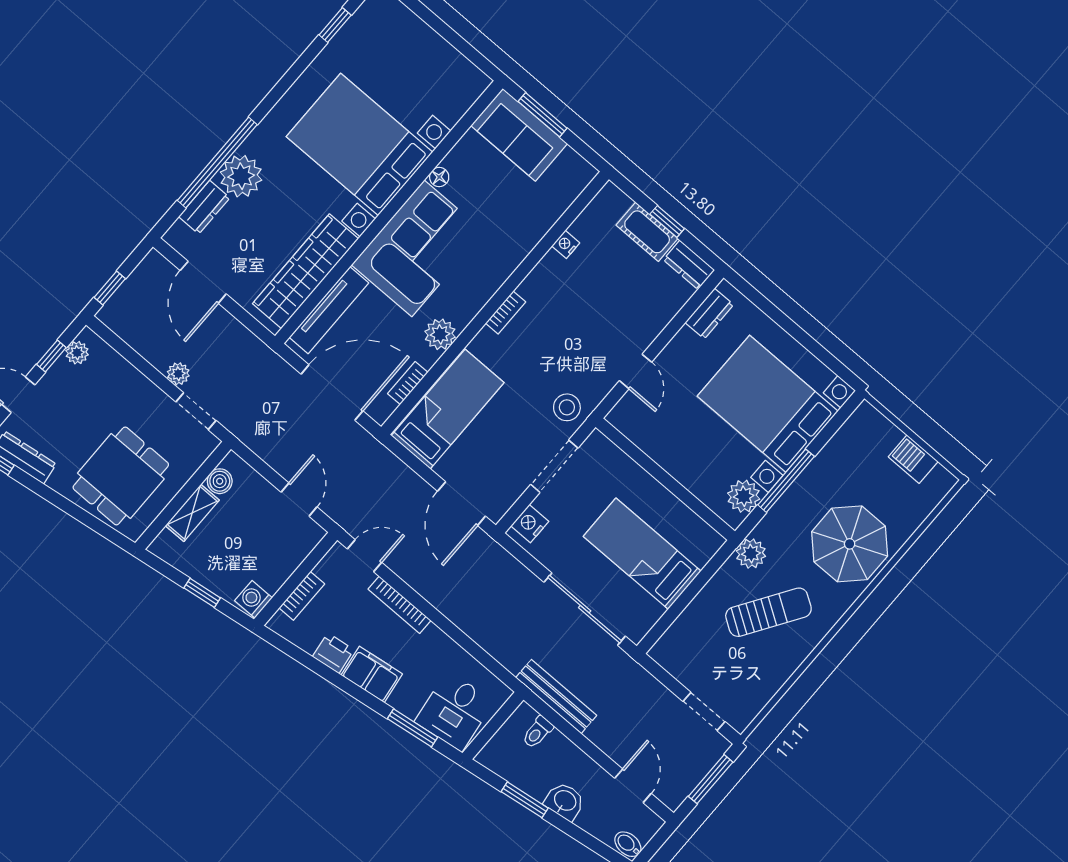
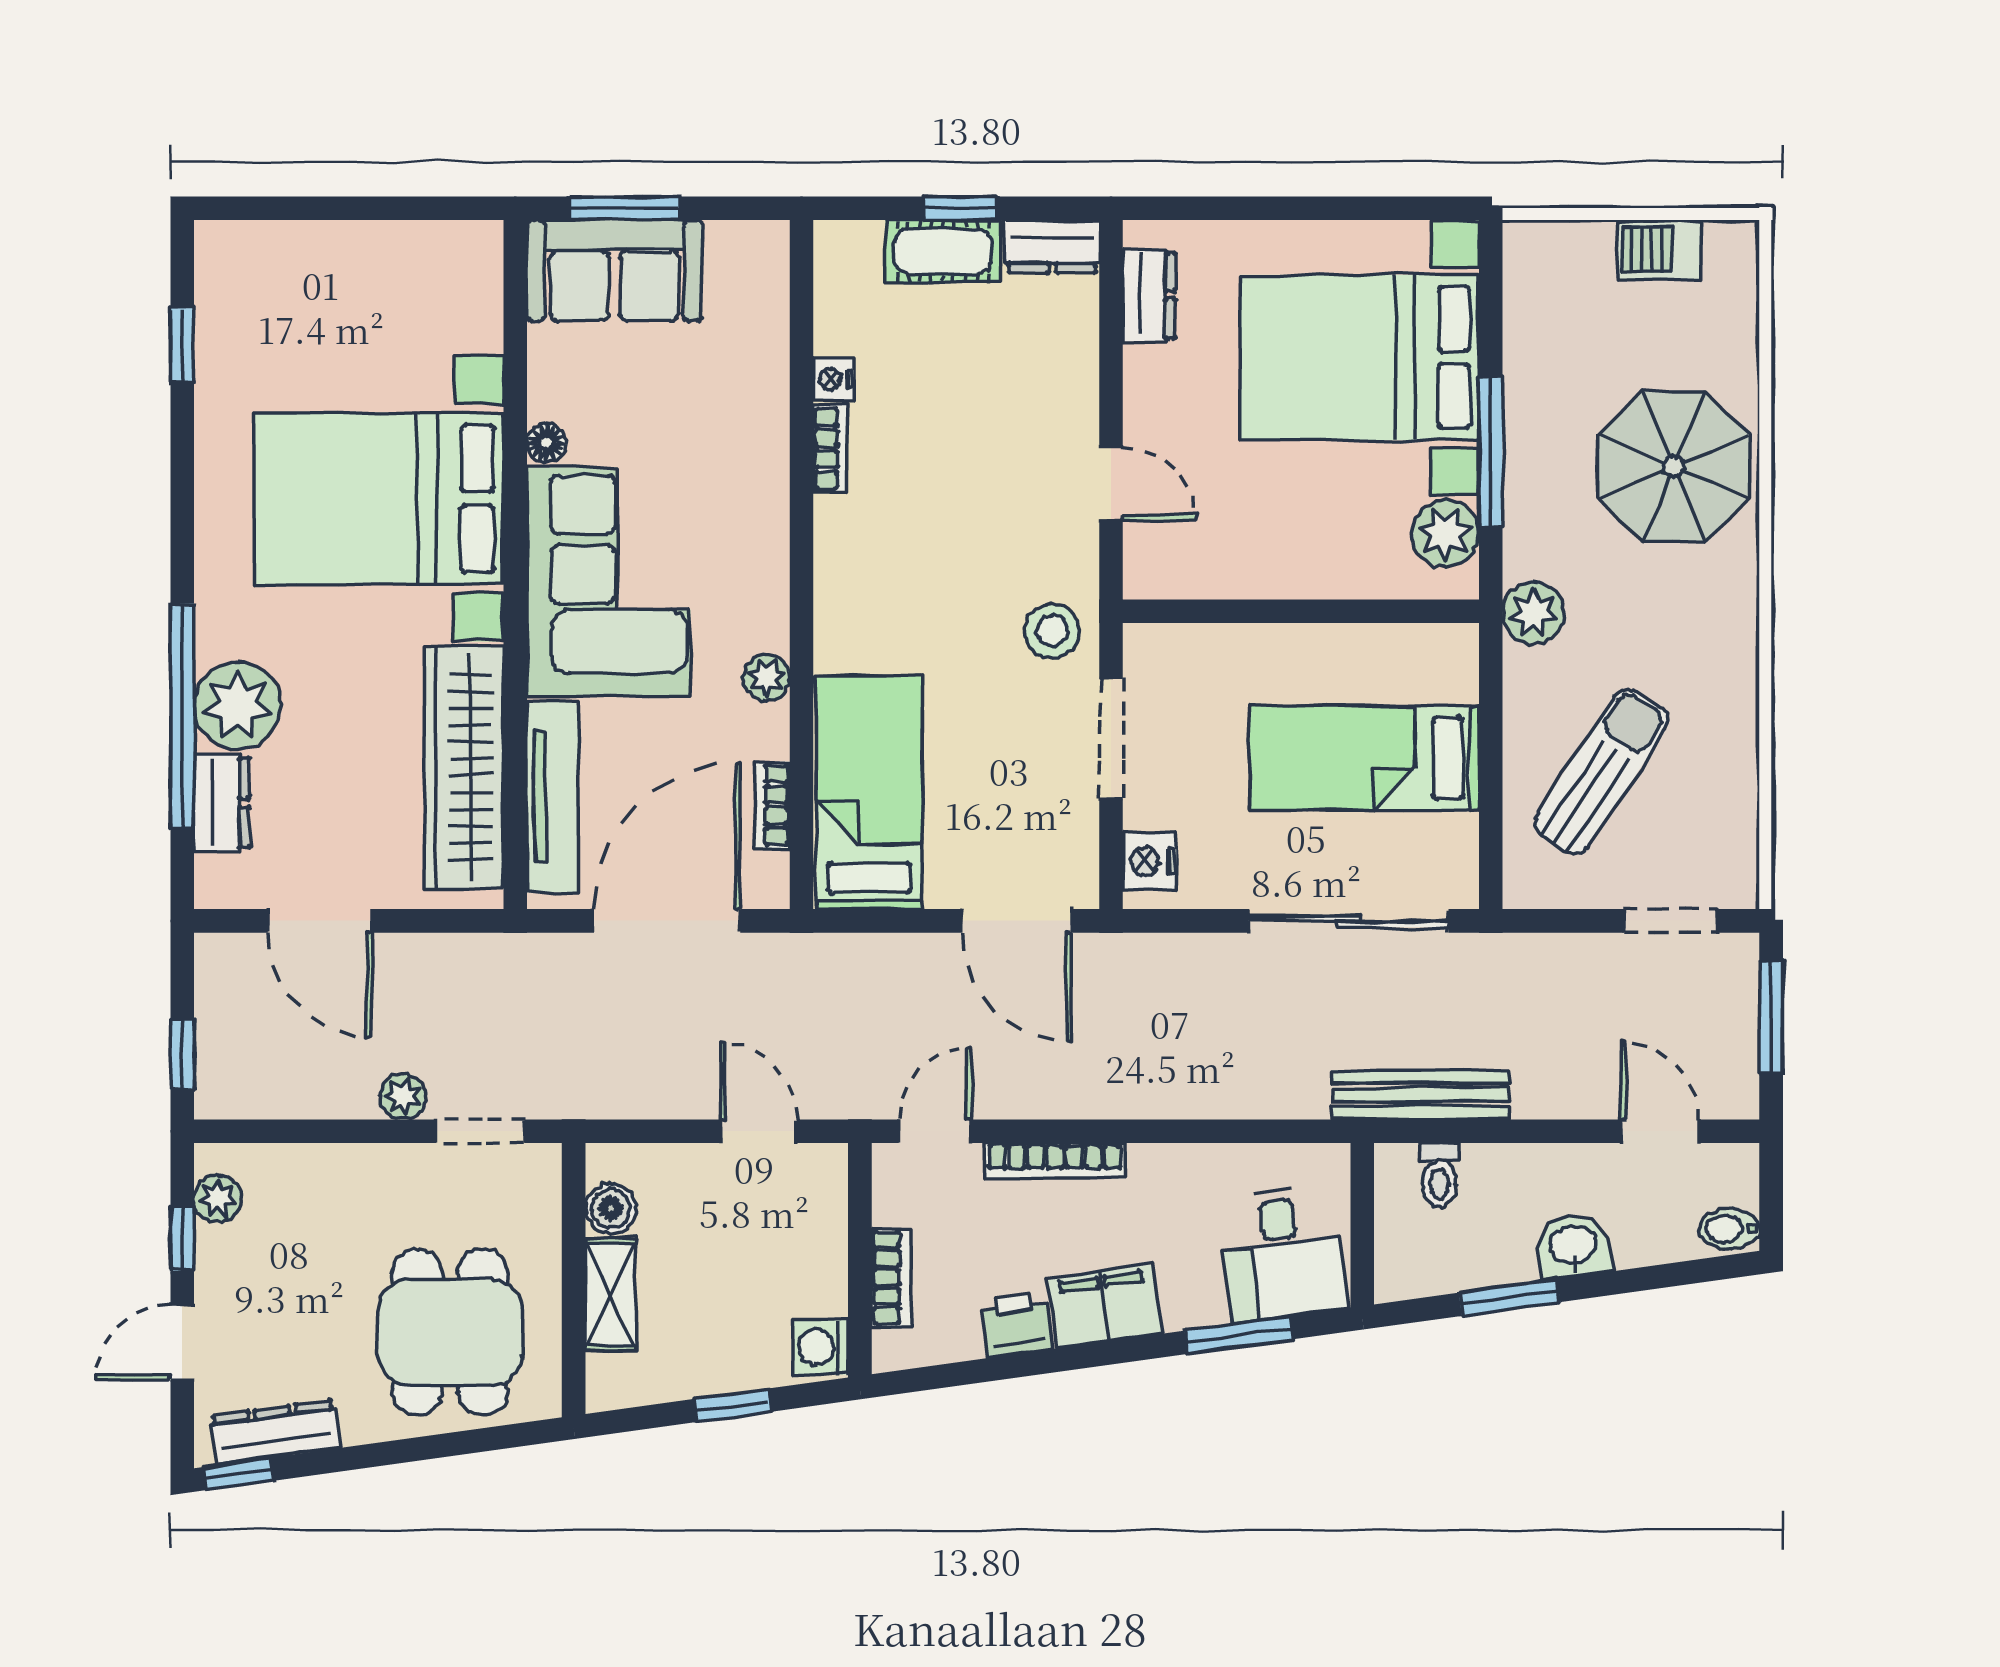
bookcase: (506, 313) -> (831, 449), moved
plant: (440, 334) -> (766, 677), width x0.73, depth x0.73
sun lounger: (768, 612) -> (1601, 772), moved

